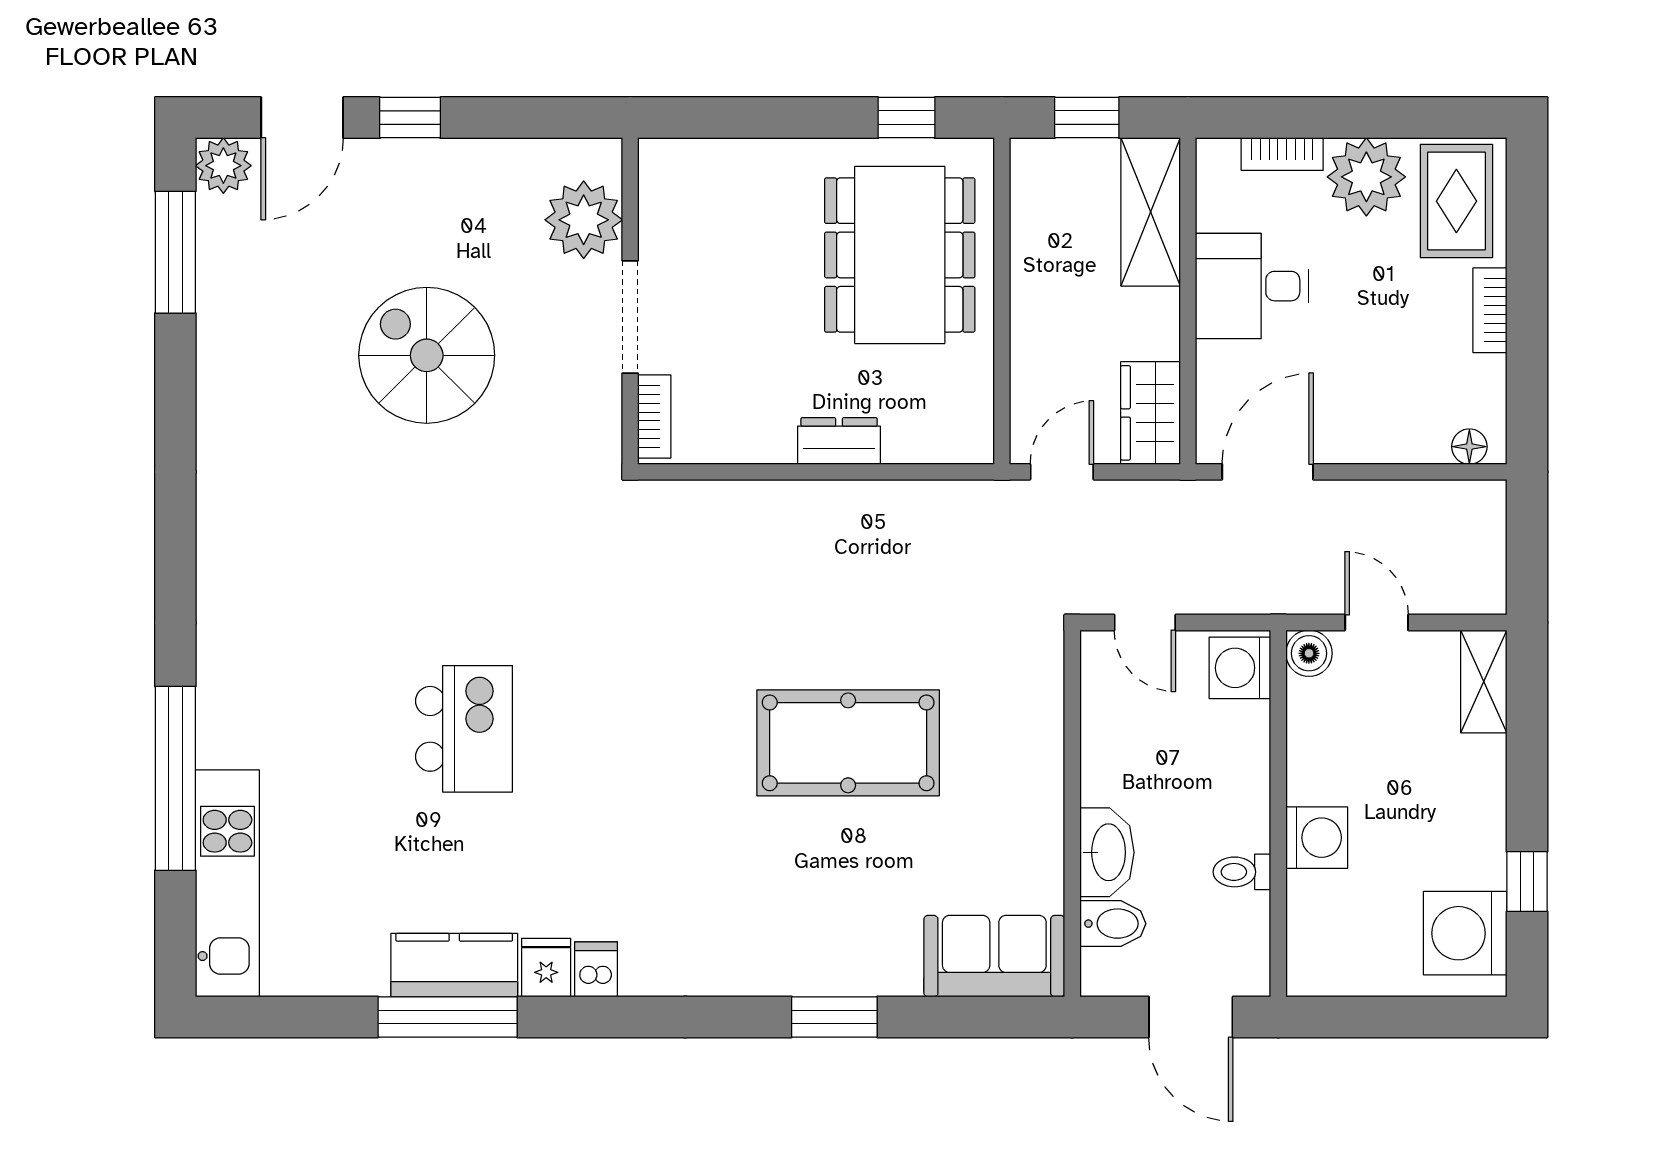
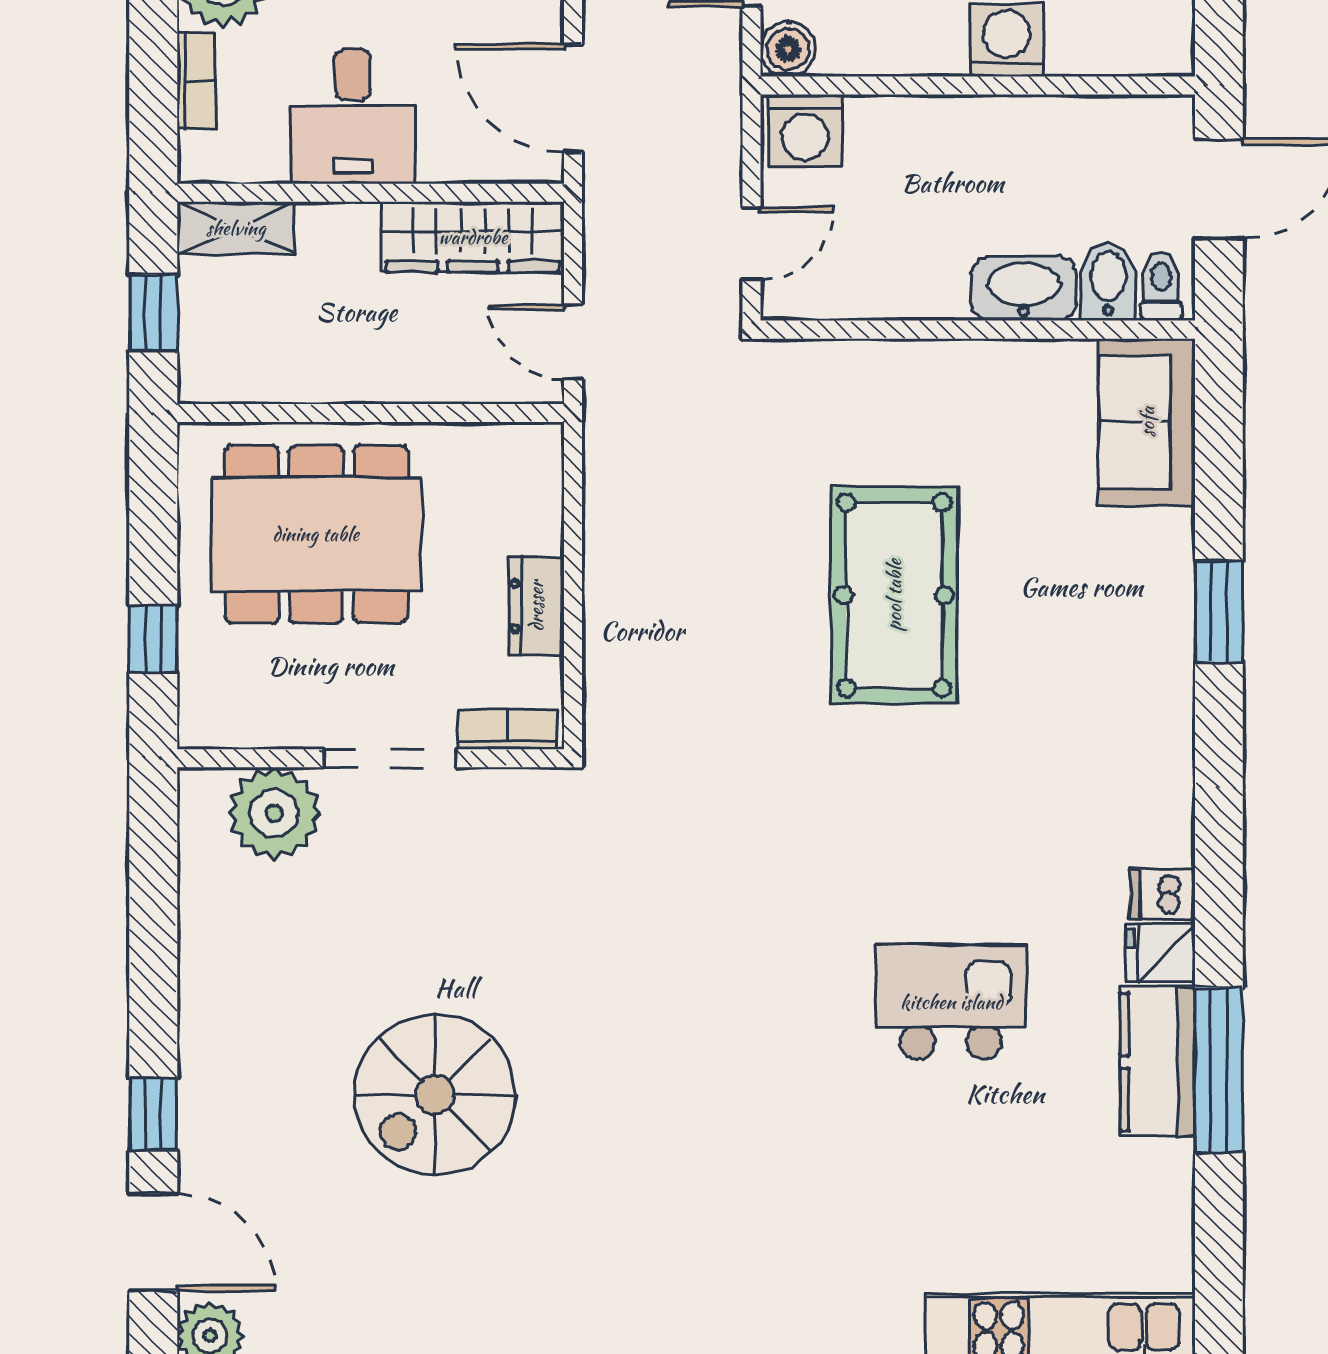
window: (906, 118) -> (153, 639), moved
shelving: (1151, 212) -> (236, 228), width x0.67, depth x0.75
plant: (584, 220) -> (274, 813), moved
wall: (630, 301) -> (371, 758), moved
doorway: (630, 317) -> (389, 758), moved
wardrobe: (1151, 413) -> (473, 237), width x1.50
bookcase: (654, 417) -> (507, 730), moved
kitchen island: (464, 729) -> (951, 1002), moved
toilet: (1242, 872) -> (1161, 287), moved, turned 180

